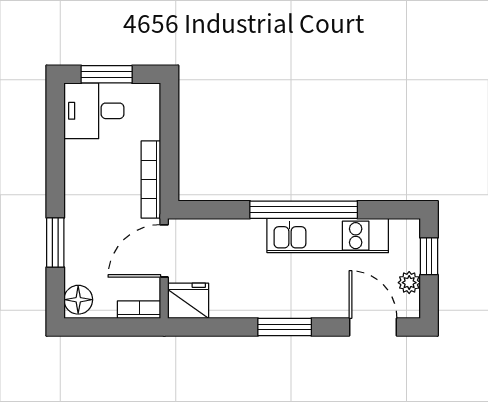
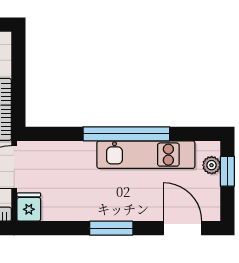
plant: (409, 283) -> (212, 165), moved
fridge: (188, 301) -> (29, 207), width x0.72

